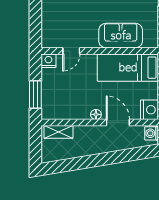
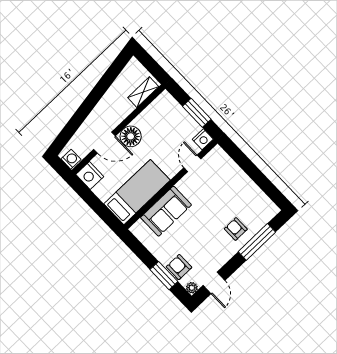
window: (35, 95) -> (197, 113), moved
floor lamp: (96, 114) -> (131, 136), width x1.89, depth x1.89

